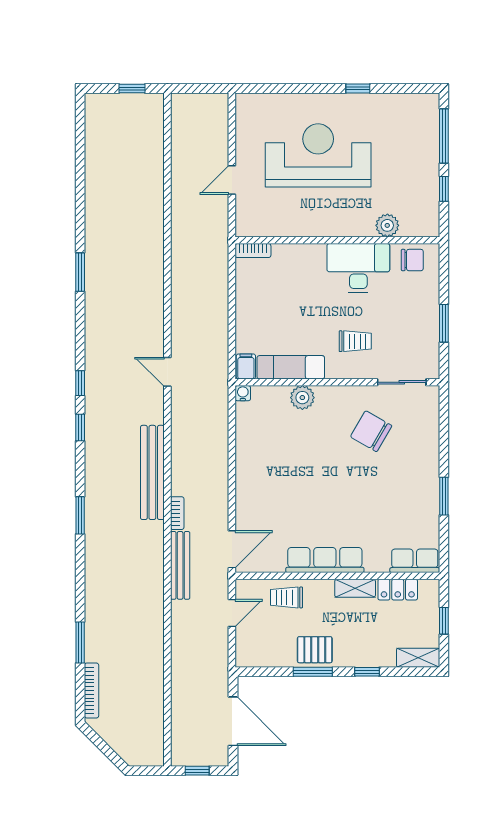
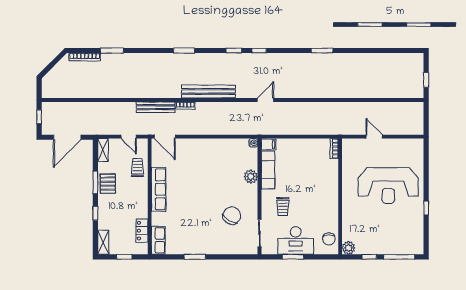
reception desk: (318, 155) -> (388, 185), turned 90
plant: (387, 225) -> (349, 248), moved
desk: (358, 268) -> (296, 240), moved, turned 90
shelving: (355, 588) -> (103, 150), moved

